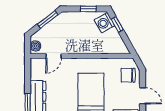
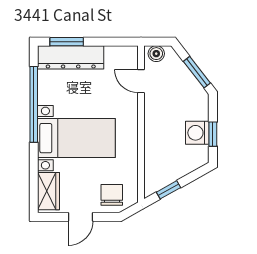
washing machine: (104, 23) -> (197, 133), moved, turned -61
window: (117, 24) -> (169, 190), moved

